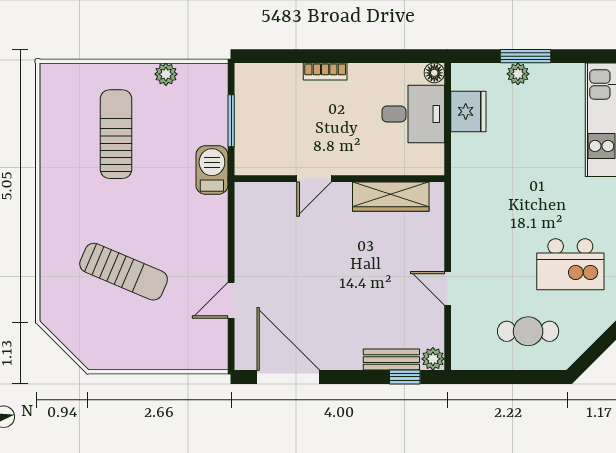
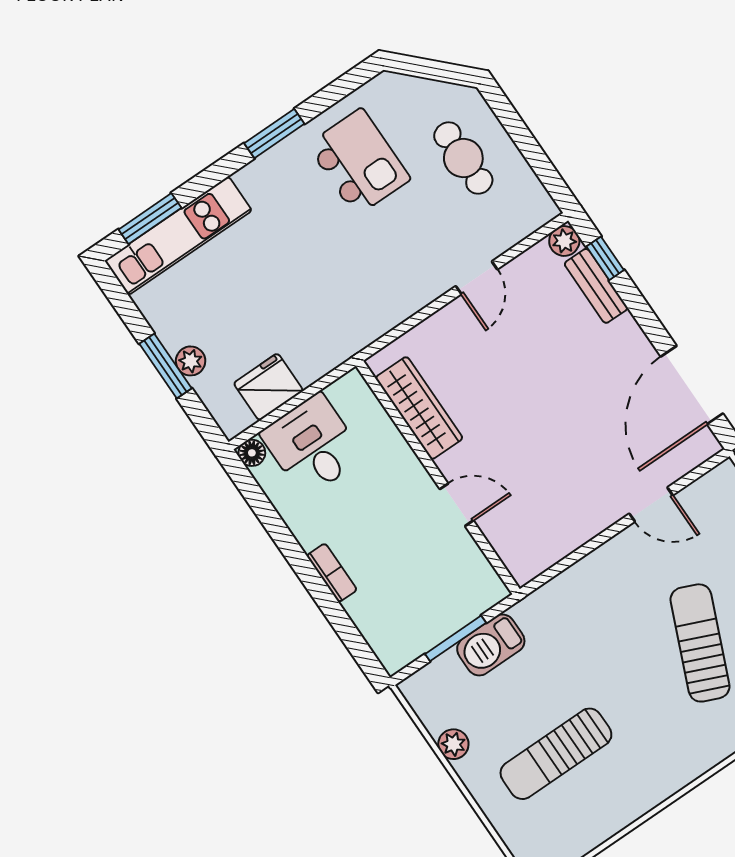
barbecue: (212, 170) -> (491, 645), moved

